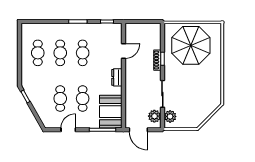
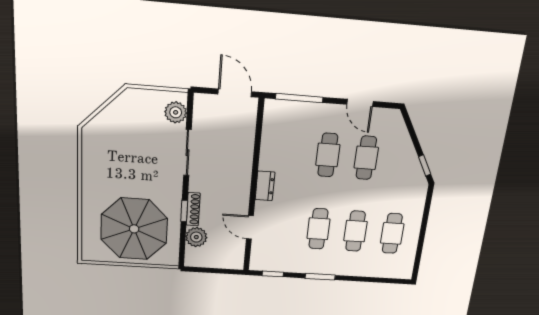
door: (123, 51) -> (250, 227), hinge flipped
booth: (111, 112) -> (281, 129), removed
plant: (154, 116) -> (196, 237), moved
door: (68, 130) -> (360, 103), hinge flipped

